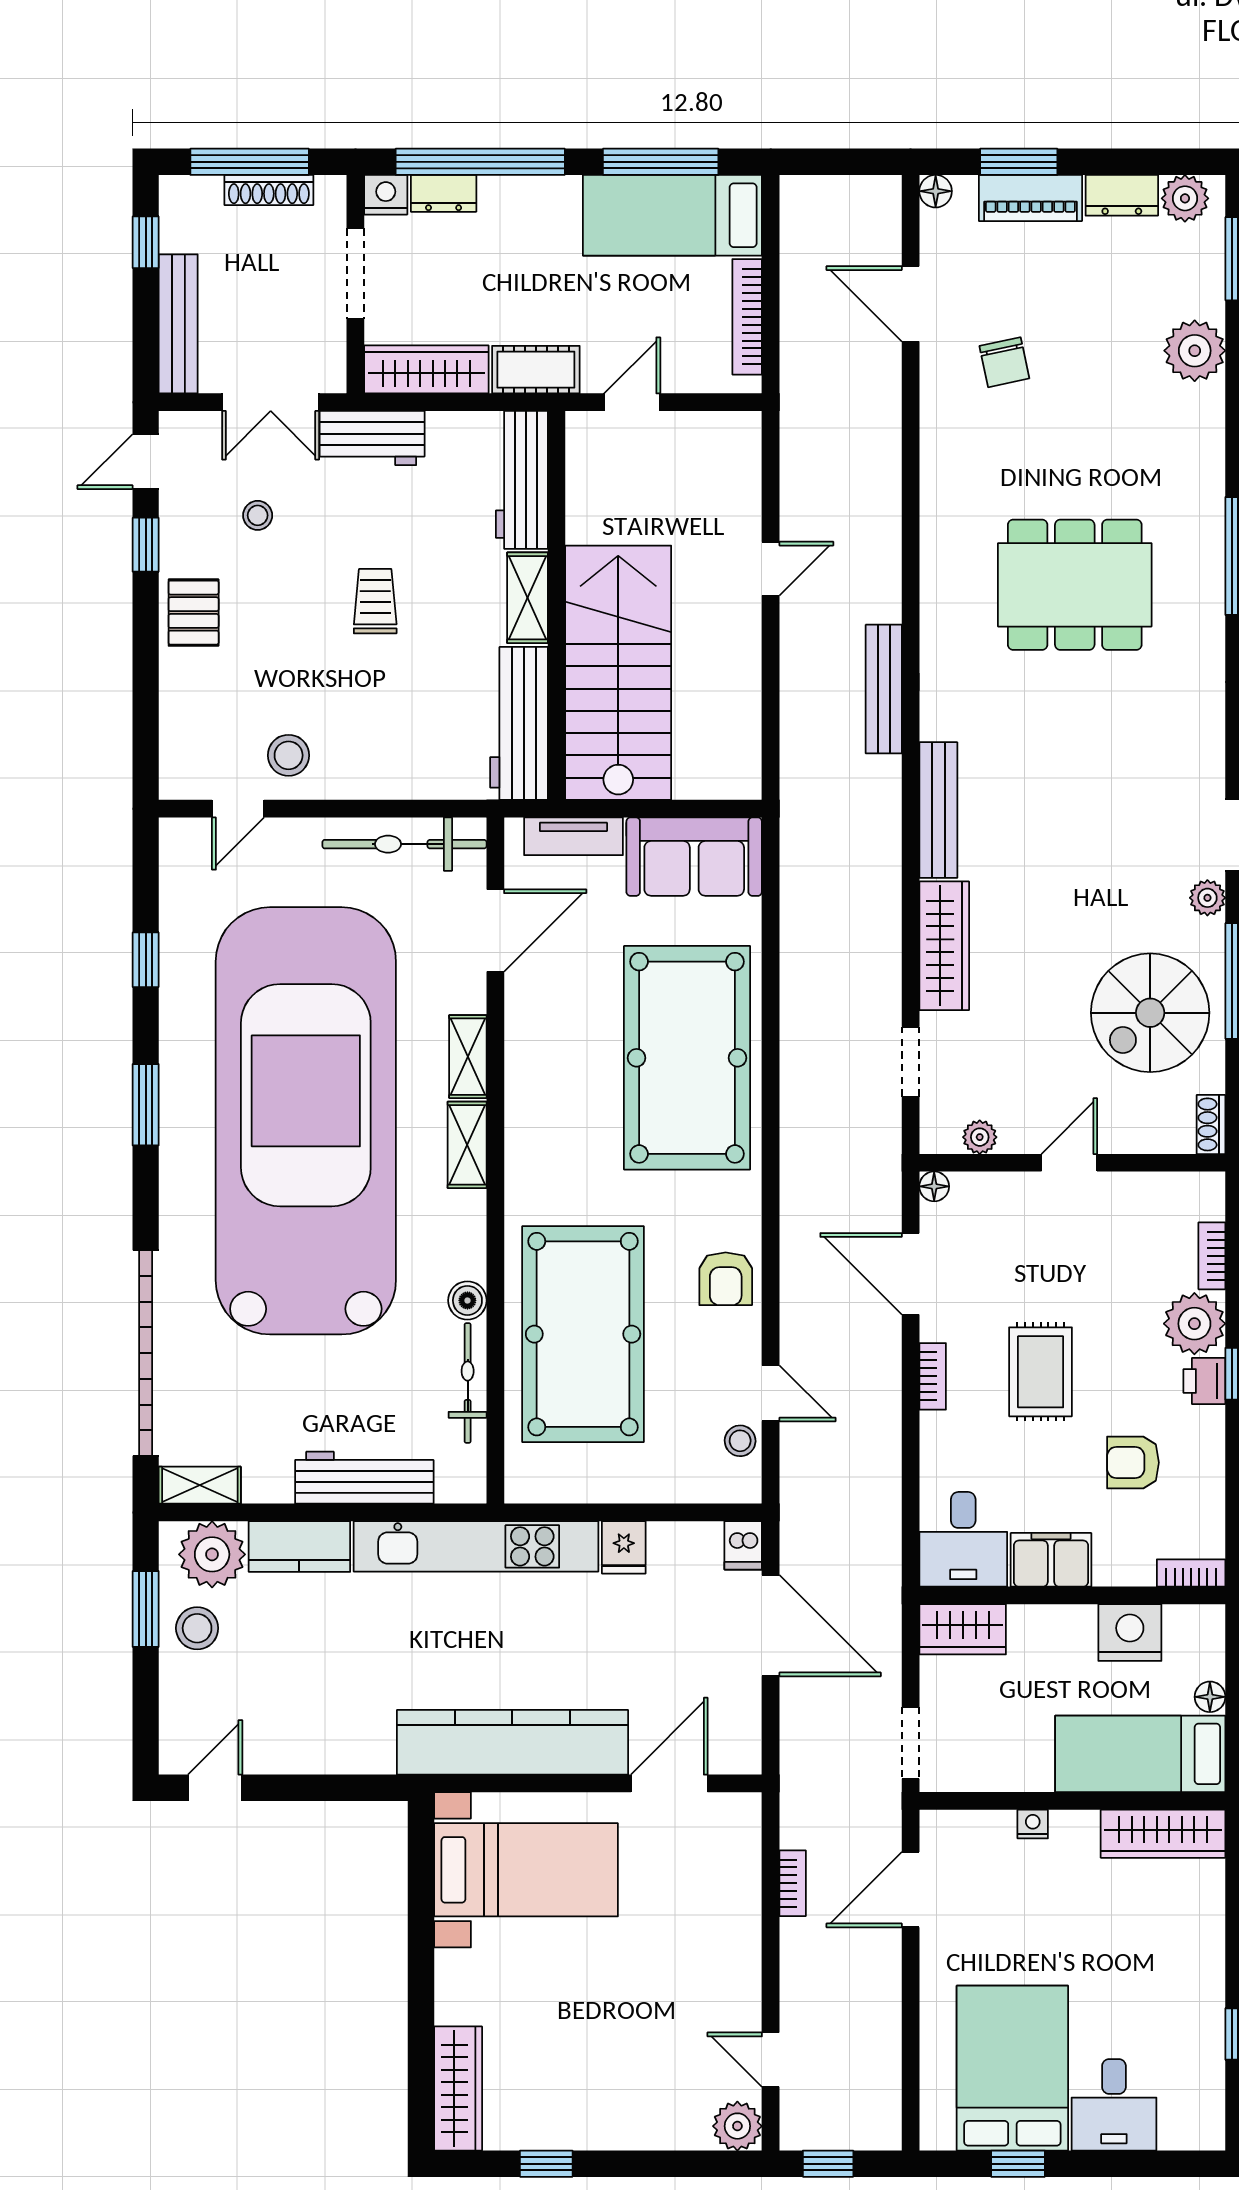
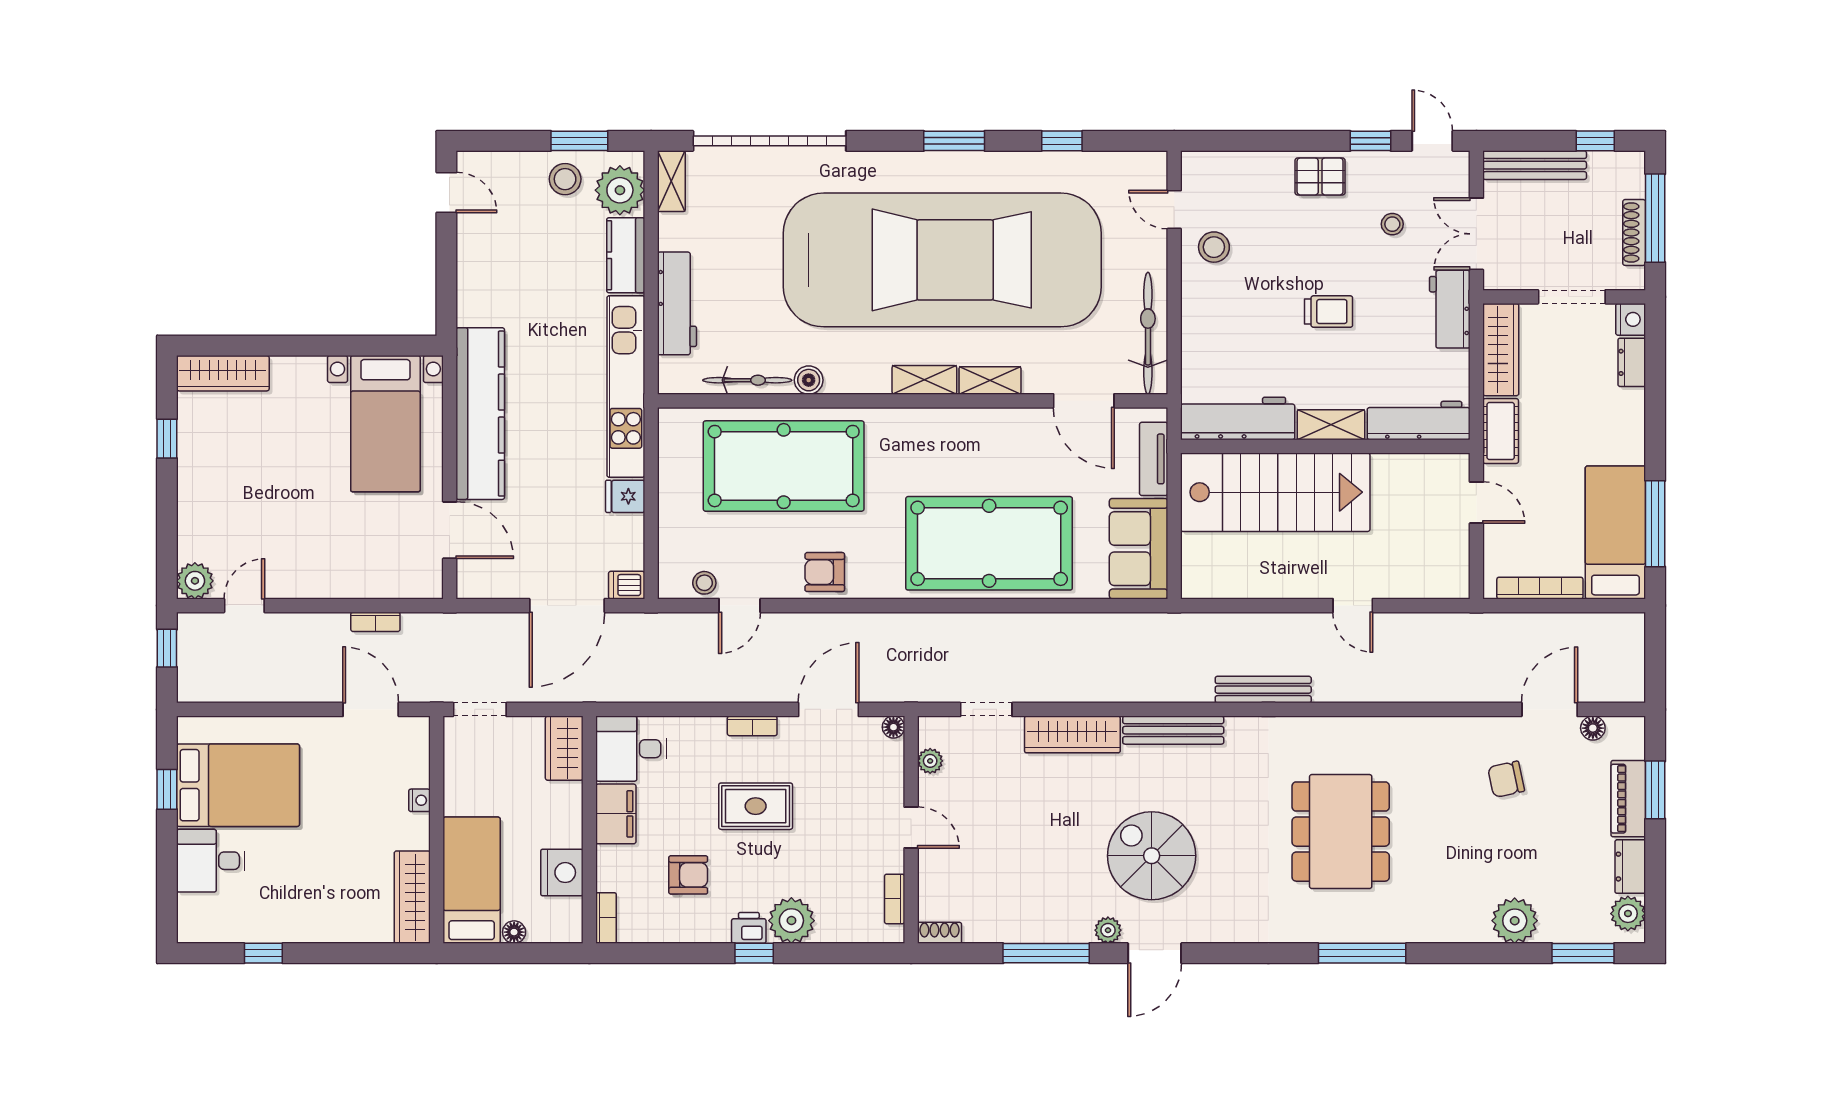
window: (480, 162) -> (1655, 390), removed
floor lamp: (936, 191) -> (1593, 728), moved
spiral stairs: (1150, 1013) -> (1152, 856), moved
bookcase: (1212, 1256) -> (895, 899), moved, turned -90
armchair: (1133, 1463) -> (688, 875), turned 90

